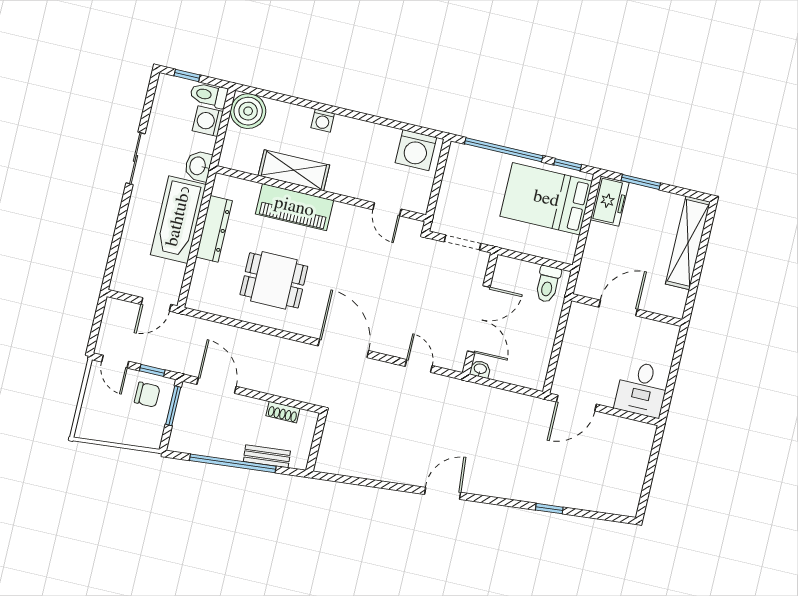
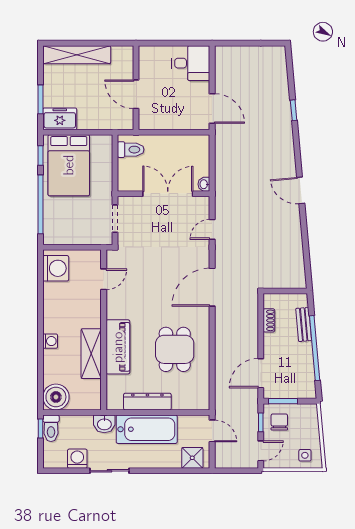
window: (187, 75) -> (40, 429), moved
washing machine: (208, 121) -> (77, 459), moved, turned 180
shower: (127, 270) -> (192, 458), added
side table: (96, 418) -> (305, 455), added

